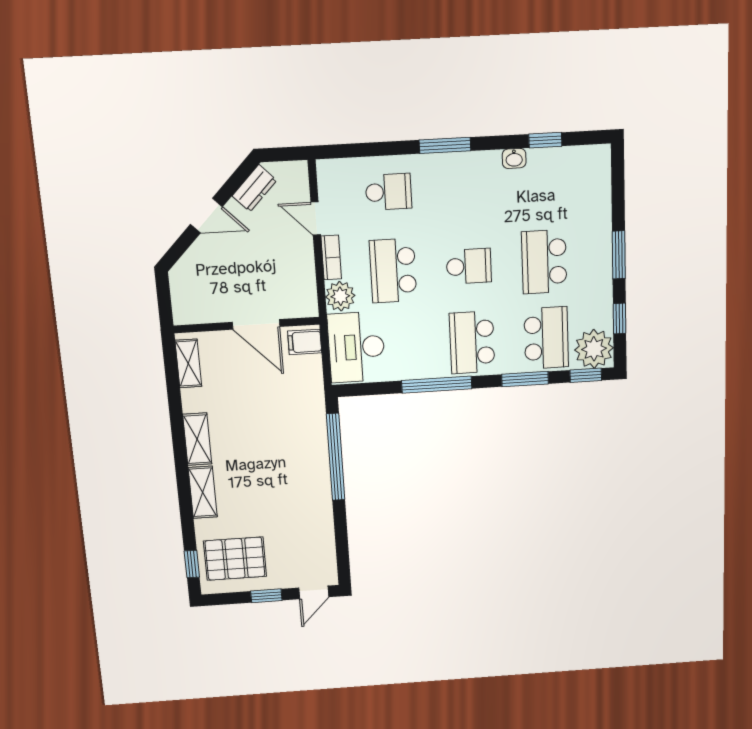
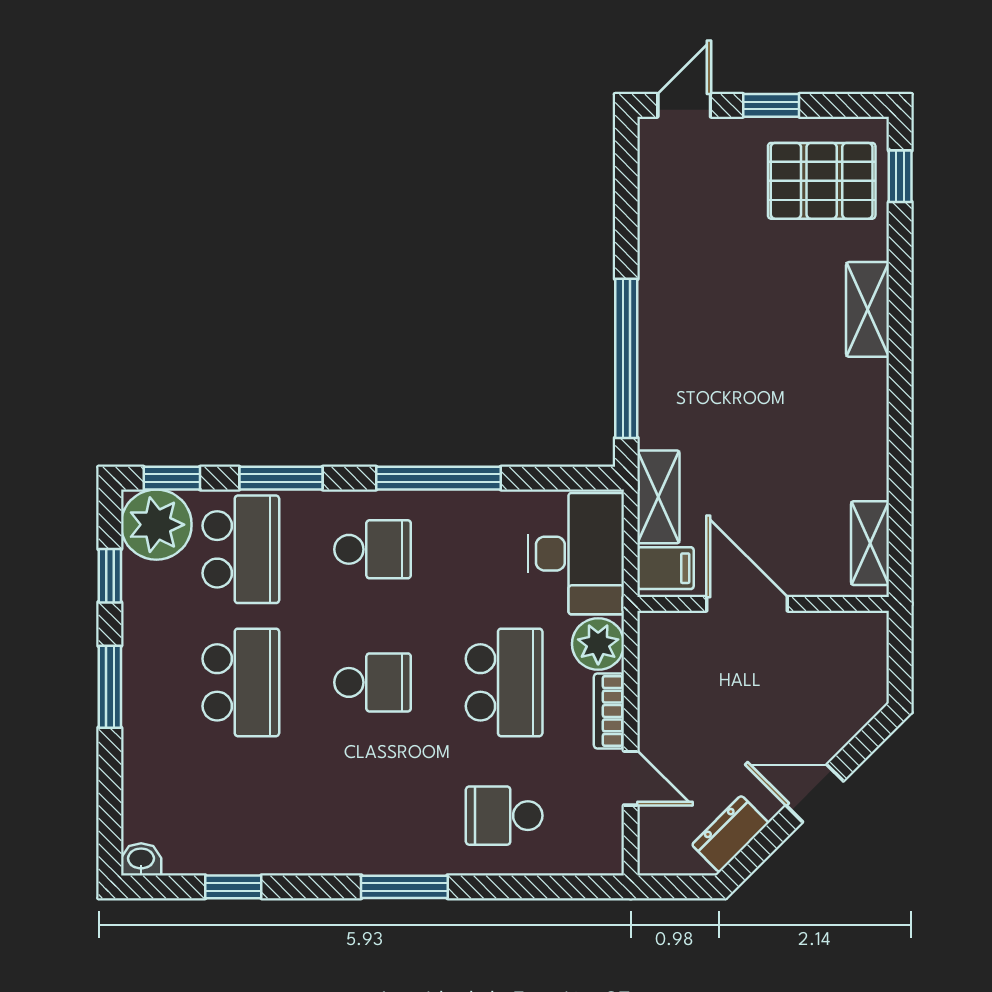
washbasin: (514, 158) -> (141, 859), moved
school desk: (469, 266) -> (373, 682), turned 180
school desk: (546, 338) -> (241, 549), turned 180
school desk: (472, 342) -> (373, 549), width x0.54
shelving: (197, 439) -> (658, 497), moved

